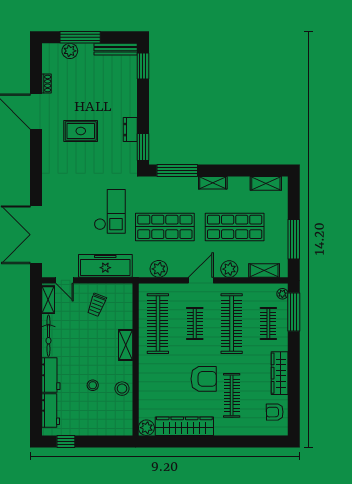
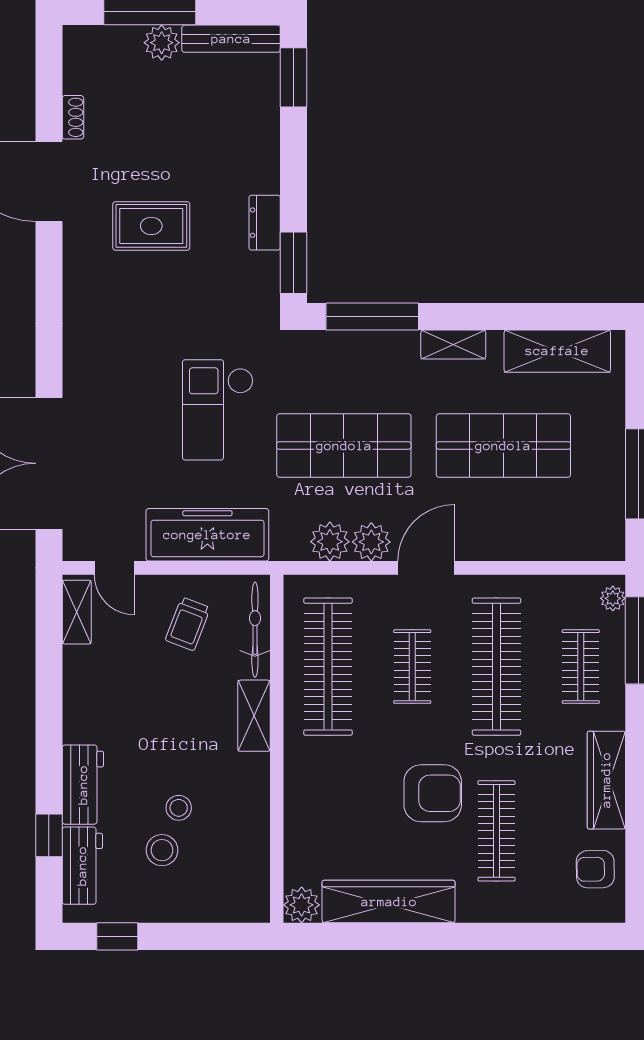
plant: (70, 51) -> (162, 43), moved
shelving: (266, 183) -> (557, 351), width x1.50, depth x1.33
checkout: (110, 211) -> (218, 410), turned 180
plant: (229, 269) -> (371, 542), moved
shelving: (264, 271) -> (571, 545), removed
bicycle: (48, 336) -> (255, 630), moved, turned 180
stool: (122, 389) -> (162, 850), moved
window: (36, 397) -> (49, 835), added

